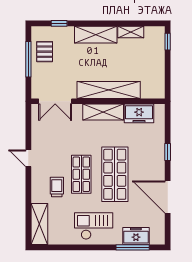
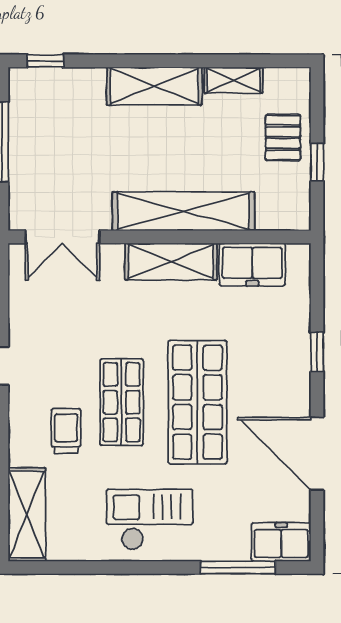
window: (59, 23) -> (45, 61), moved
window: (168, 42) -> (317, 162), moved
pallet: (45, 52) -> (283, 138), moved
freezer: (136, 236) -> (281, 542), moved

